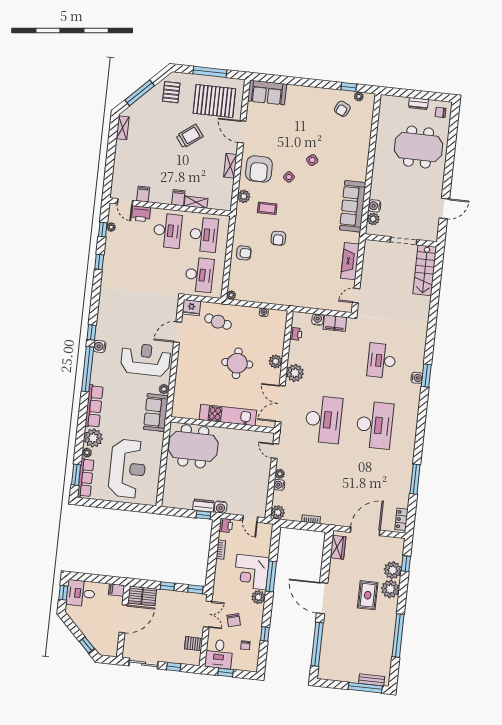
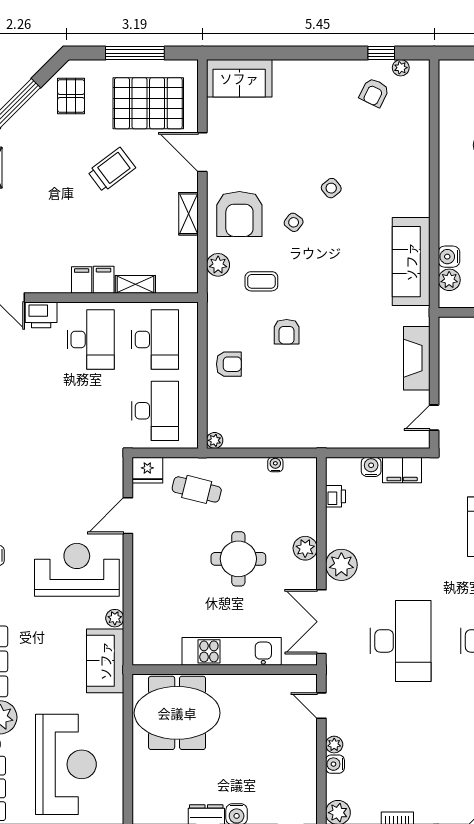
filing cabinet: (143, 194) -> (82, 280), moved

